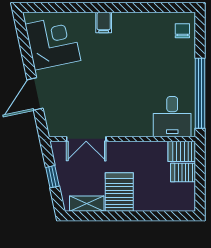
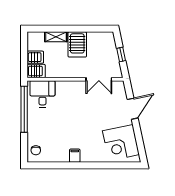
filing cabinet: (104, 23) -> (75, 156), moved
double door: (86, 139) -> (99, 79), swing flipped
shelving: (87, 204) -> (56, 37), moved

